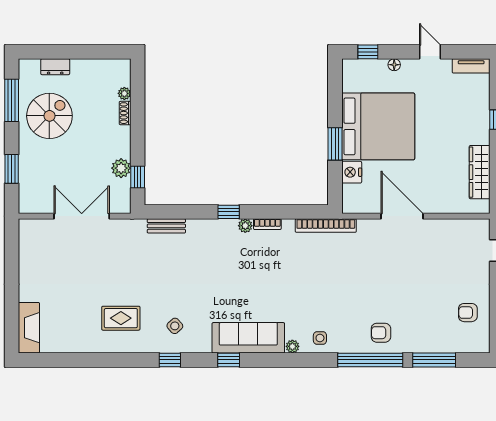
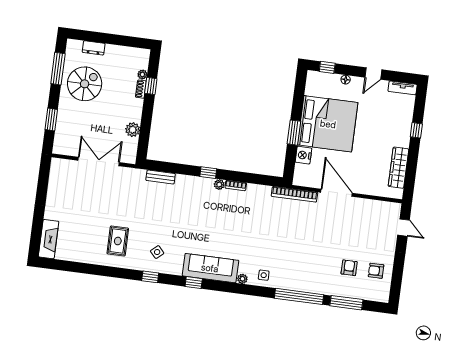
door: (430, 52) -> (373, 73), swing flipped
window: (138, 177) -> (151, 86), moved
bookcase: (326, 226) -> (294, 194), moved
rug: (121, 318) -> (118, 241), turned 90
armchair: (381, 333) -> (349, 268), moved, turned 90

